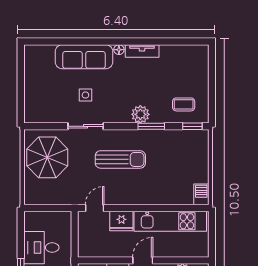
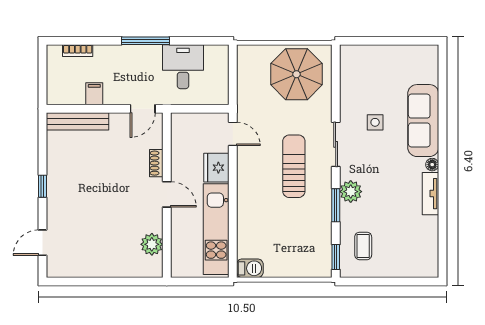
sliding door: (86, 126) -> (336, 144), moved
sun lounger: (120, 159) -> (294, 166), turned 180

